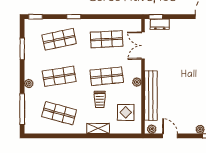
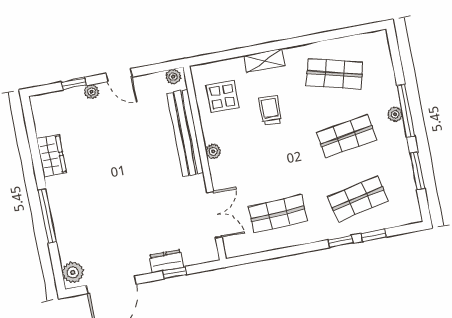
window: (36, 17) -> (374, 235), moved
window: (156, 17) -> (175, 273), moved
dresser: (160, 24) -> (166, 261), moved
shop shelf: (107, 76) -> (266, 151), removed
window: (22, 109) -> (406, 111), moved
door: (170, 136) -> (119, 75), moved

